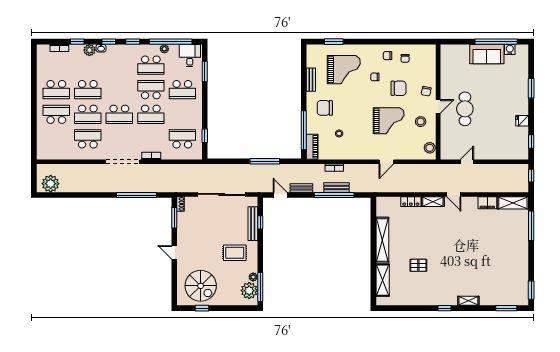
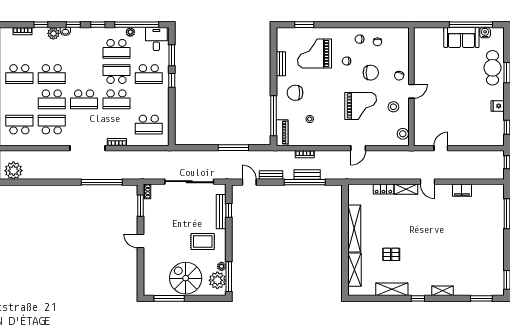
grand piano: (344, 70) -> (315, 53), turned 180
cafe table: (465, 109) -> (492, 68), moved
school desk: (56, 114) -> (19, 125), moved
window: (205, 136) -> (172, 80), moved
school desk: (182, 139) -> (149, 125), turned 180
shelving: (513, 203) -> (392, 289), moved
spiral stairs: (201, 286) -> (186, 278), moved, turned 180
window: (202, 308) -> (169, 298), width x2.17

